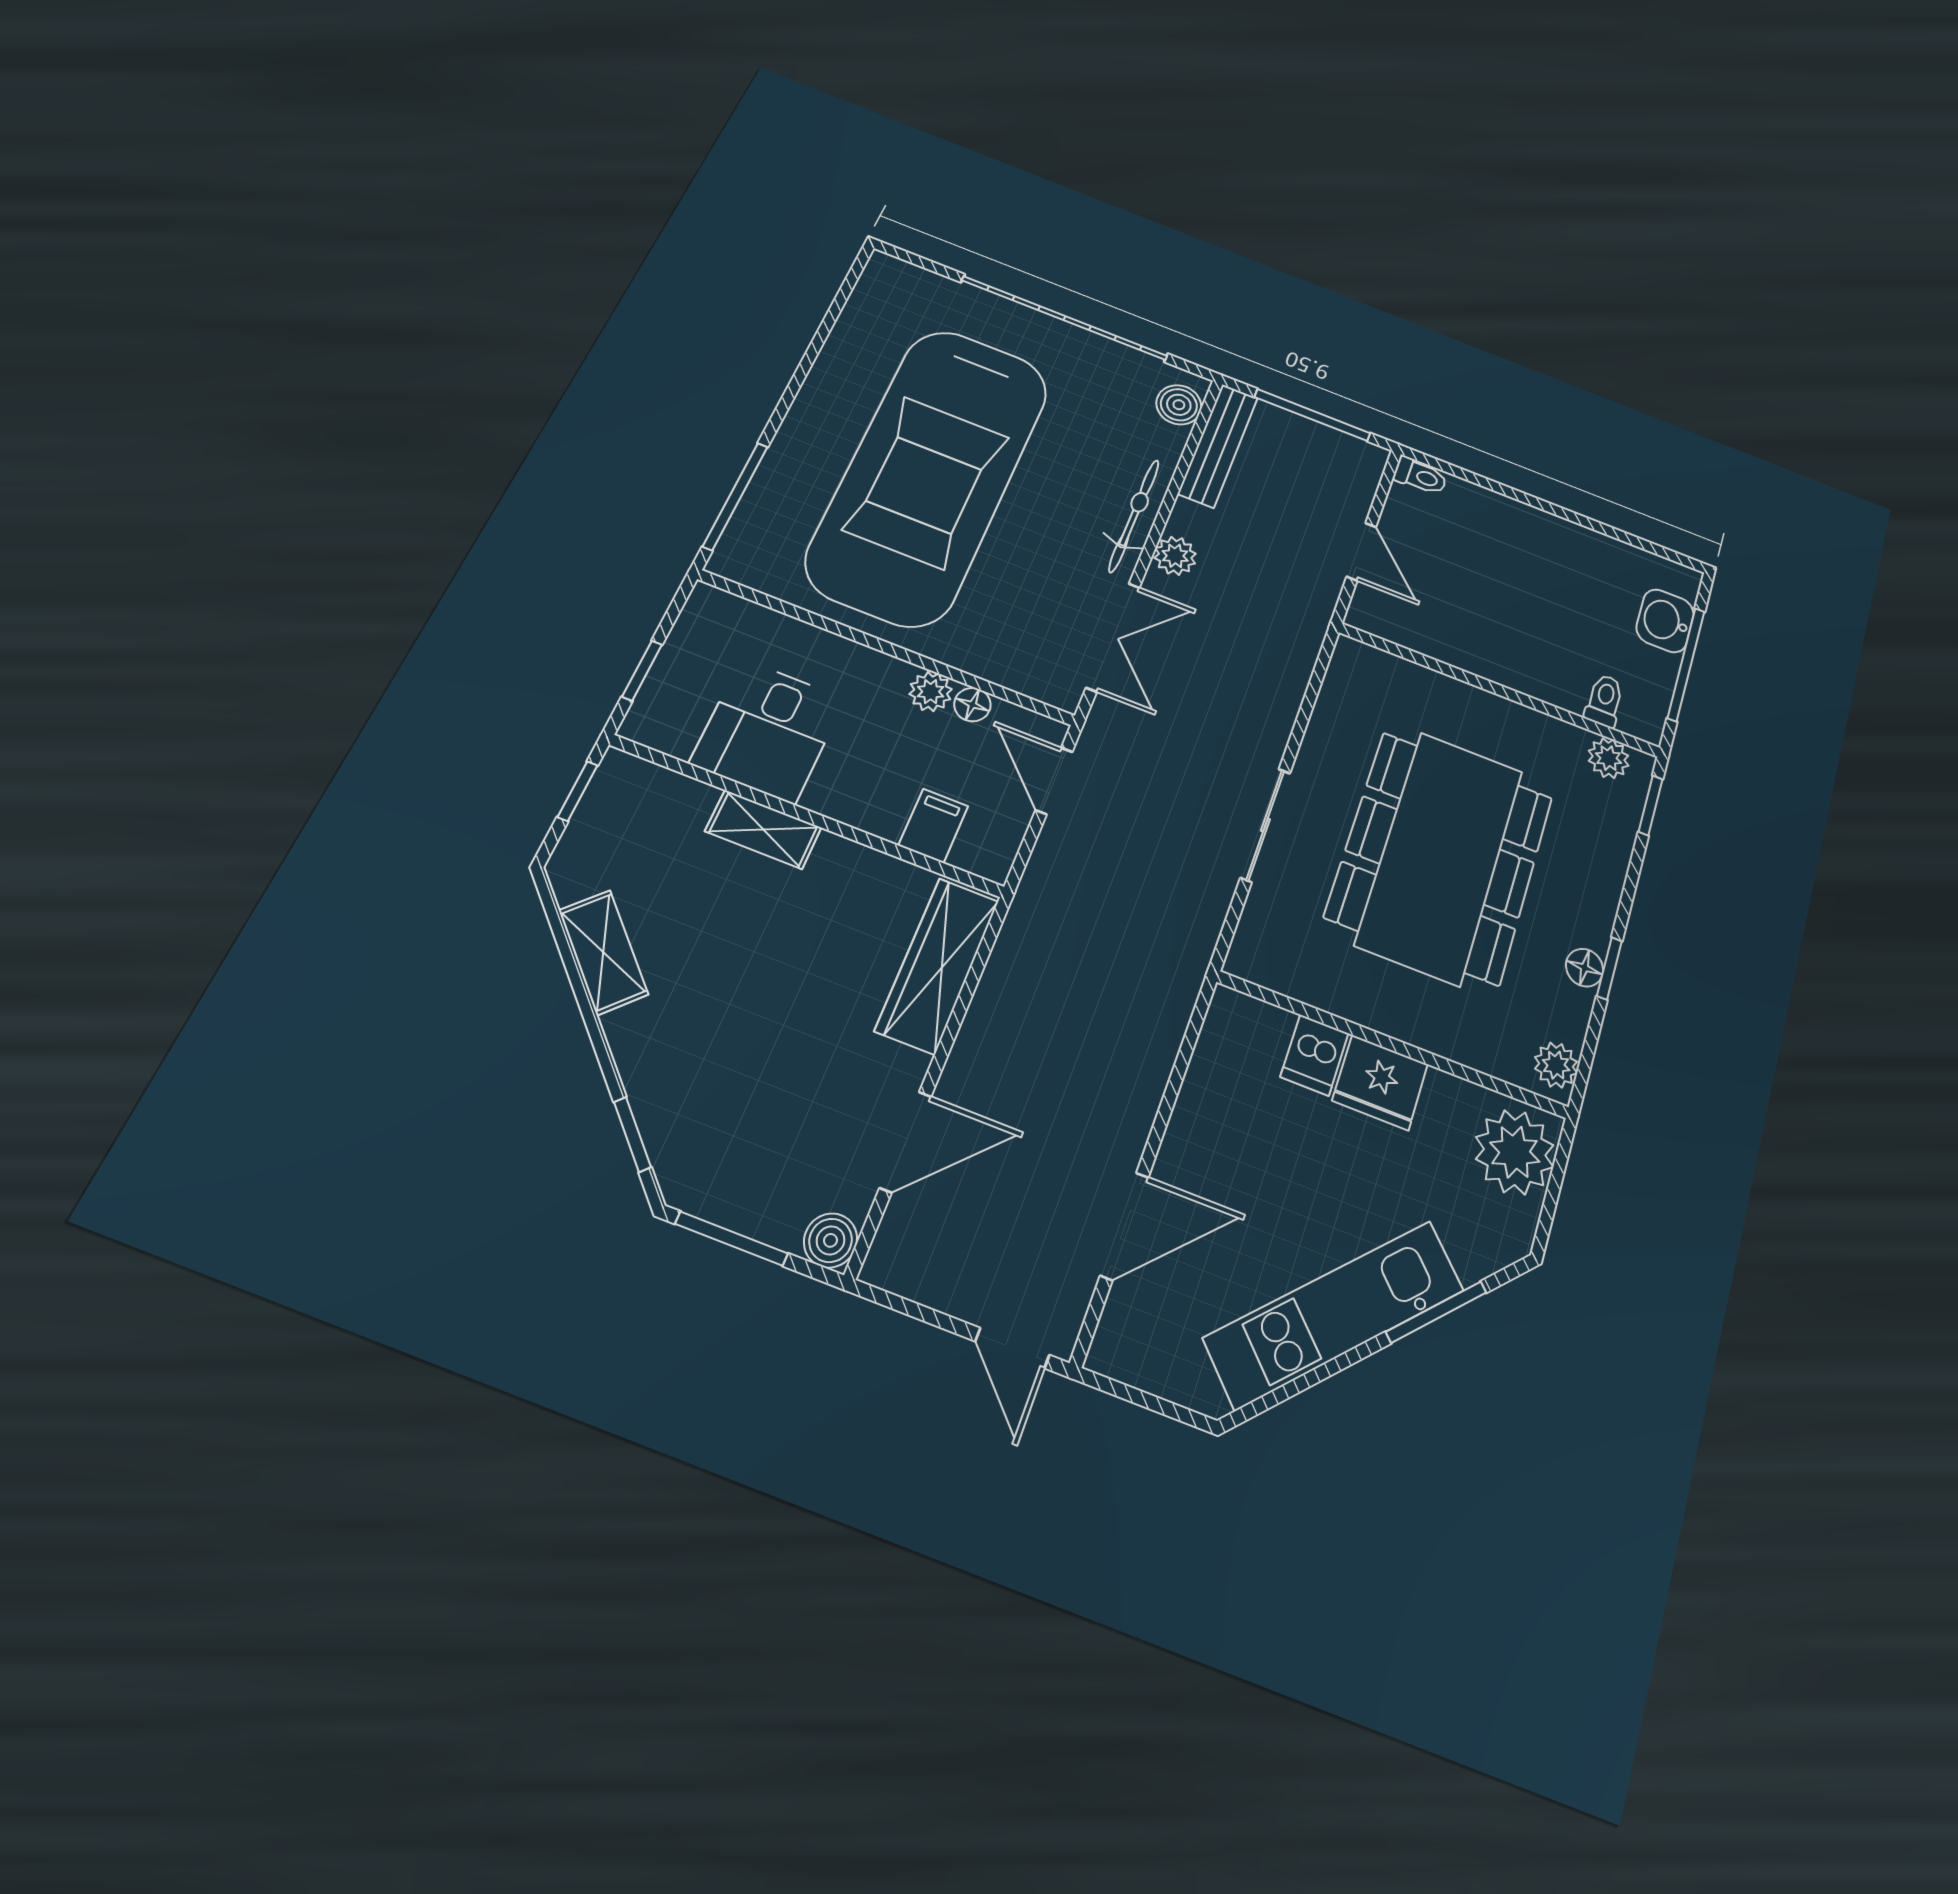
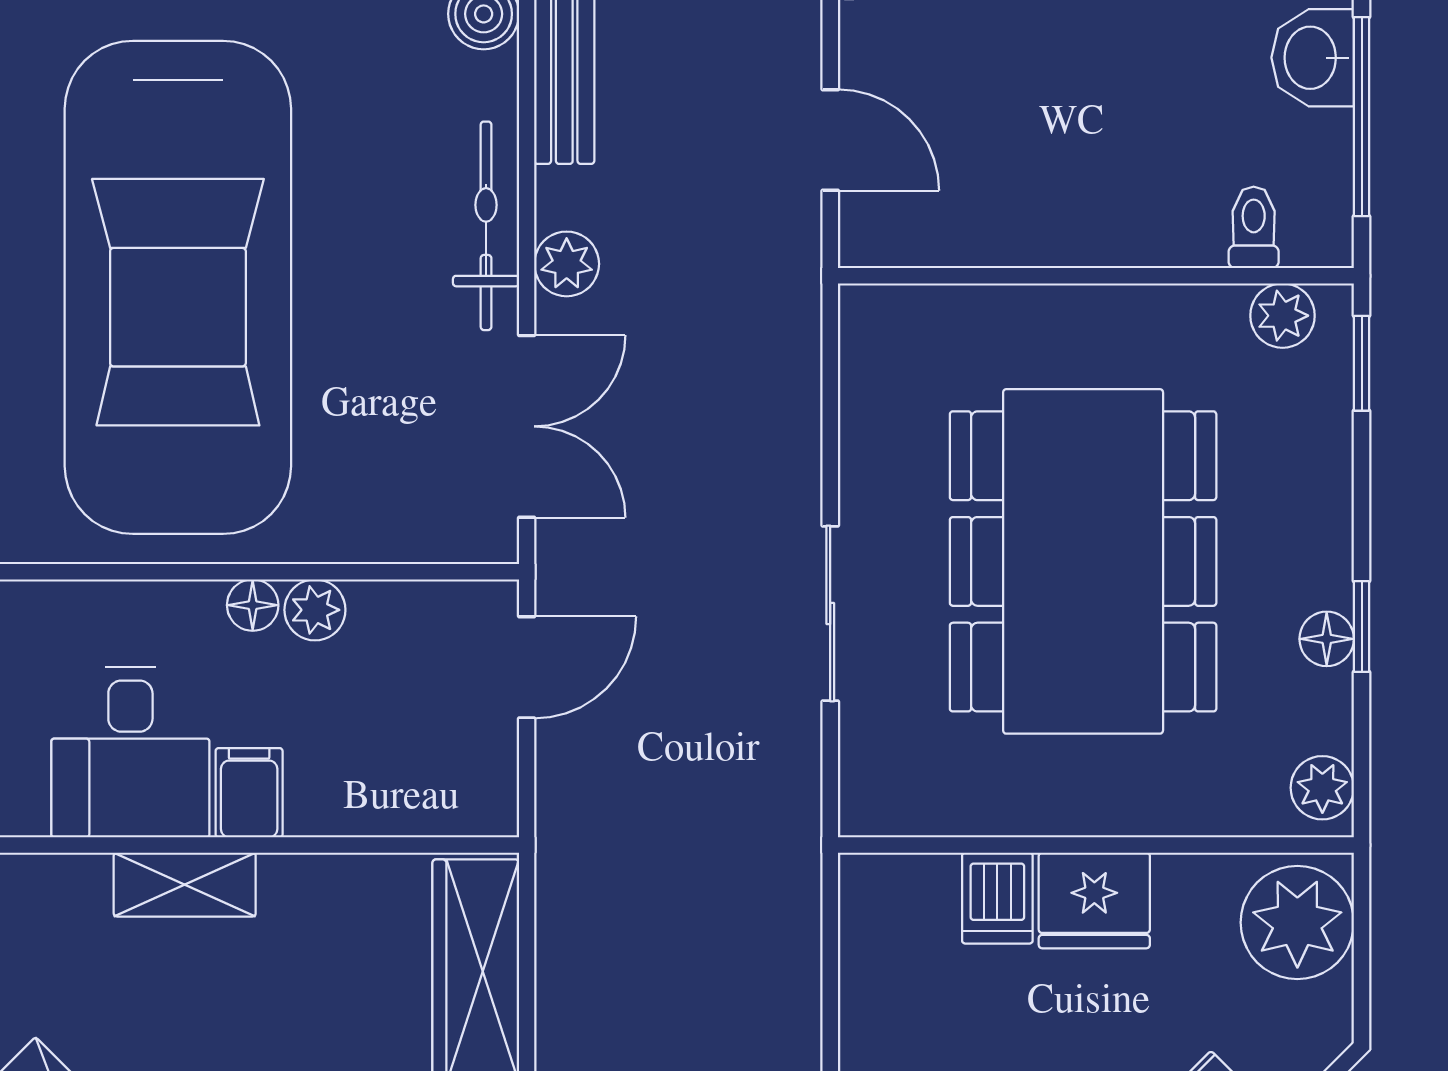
floor lamp: (972, 705) -> (253, 605), moved
door: (1054, 781) -> (527, 667), swing flipped
filing cabinet: (933, 826) -> (249, 793), moved

